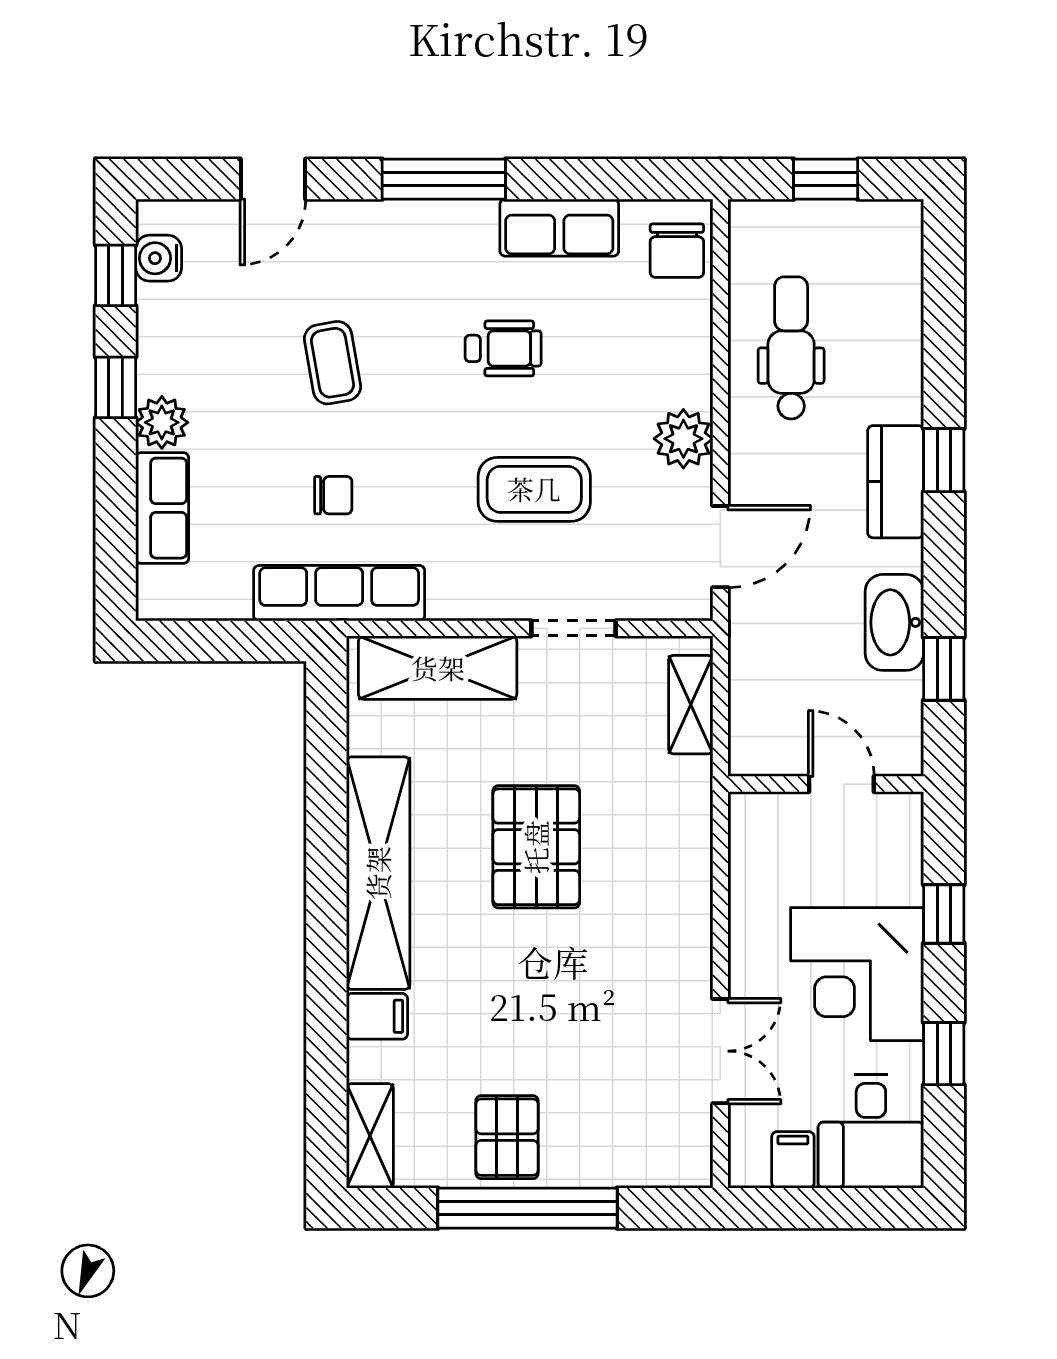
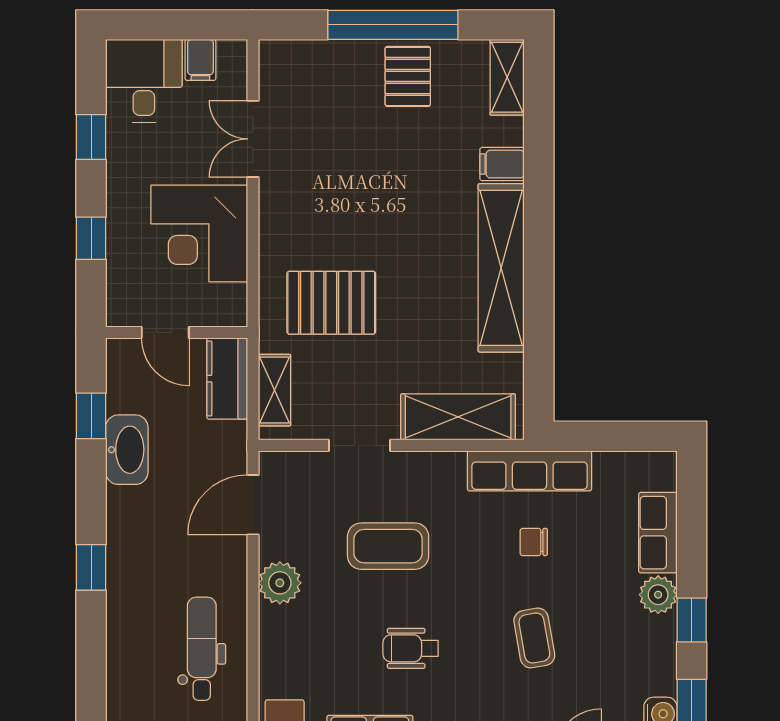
dental chair: (791, 348) -> (202, 649), turned 180
kitchen counter: (896, 482) -> (227, 379), moved, turned 180
pallet: (536, 847) -> (331, 303), moved, turned 90
corner desk: (857, 974) -> (199, 233), moved, turned 180

